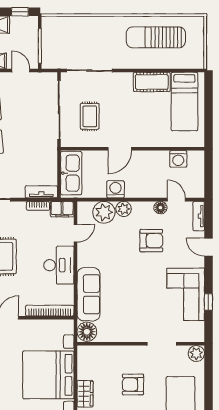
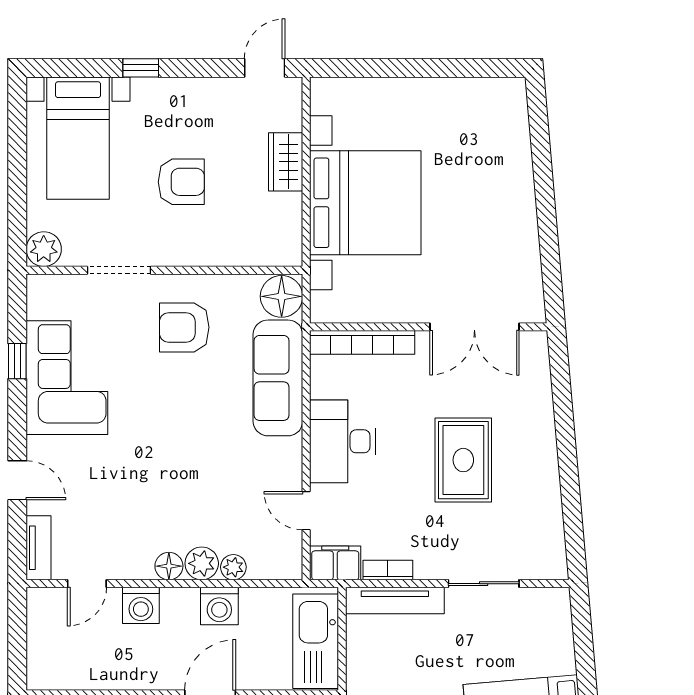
washing machine: (178, 159) -> (141, 605), moved, turned 180
tv unit: (41, 192) -> (395, 600), width x1.41
door: (176, 200) -> (87, 584), hinge flipped
floor lamp: (160, 208) -> (169, 566), moved
plant: (104, 212) -> (233, 567), width x0.53, depth x0.53
door: (76, 233) -> (306, 511), hinge flipped
armchair: (151, 241) -> (184, 327), moved

